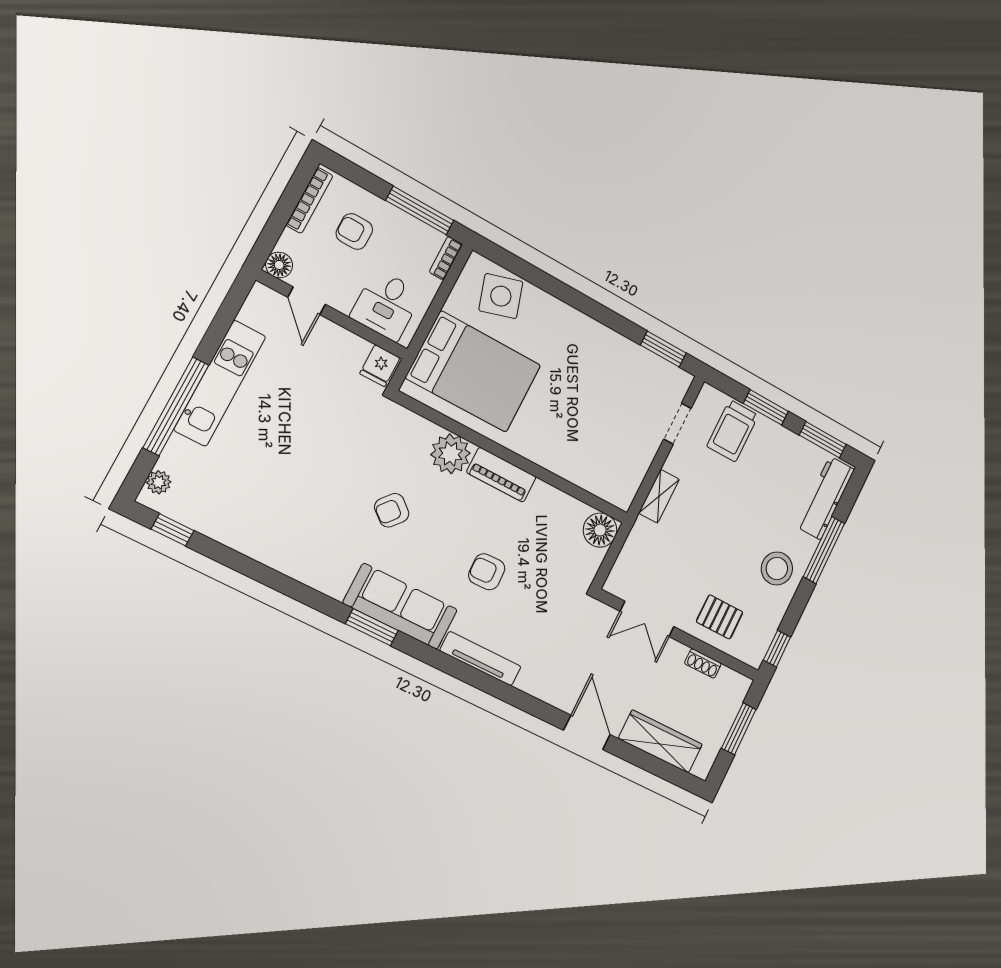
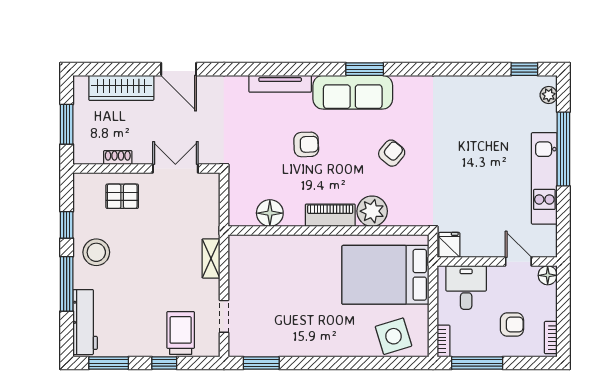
bookcase: (310, 200) -> (551, 338), width x0.64
window: (766, 407) -> (164, 363), width x0.67
floor lamp: (600, 530) -> (270, 213), moved
window: (777, 649) -> (67, 225), moved

